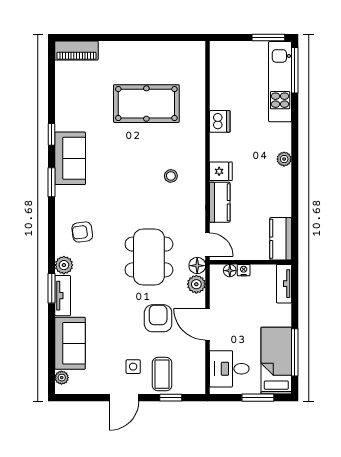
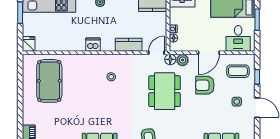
pool table: (146, 104) -> (49, 81), moved
dishwasher: (220, 121) -> (93, 45), moved
fridge: (221, 171) -> (29, 44), moved
dining table: (149, 257) -> (165, 91), turned 90
coffee table: (162, 374) -> (238, 71), moved

